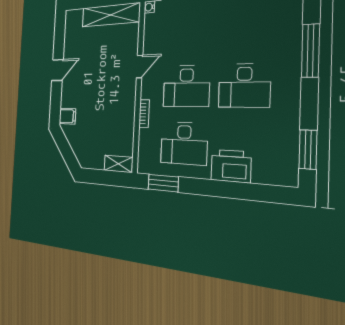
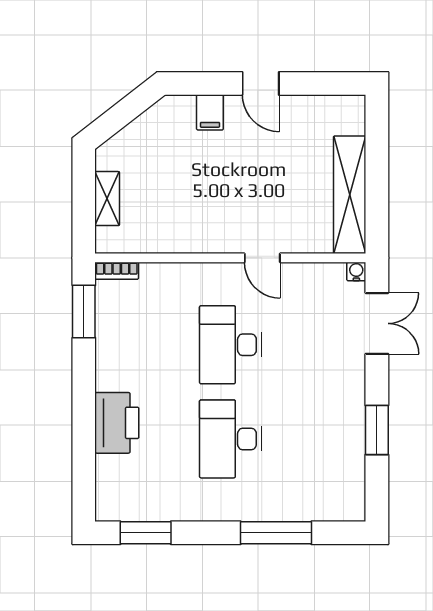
bookcase: (144, 113) -> (117, 271), moved
filing cabinet: (67, 116) -> (210, 112), moved
desk: (184, 143) -> (145, 345), removed
shelving: (118, 164) -> (107, 199), moved

